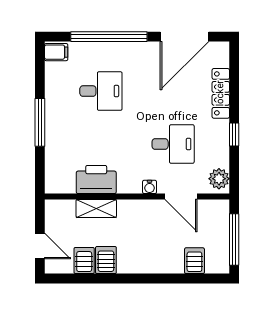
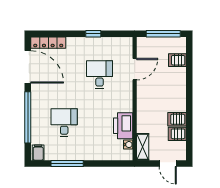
locker: (221, 93) -> (48, 43), moved
window: (40, 122) -> (67, 163), moved
plant: (219, 179) -> (123, 44), removed
water cooler: (150, 187) -> (128, 145), moved
shelving: (96, 208) -> (143, 147), moved
door: (40, 246) -> (168, 163), swing flipped

